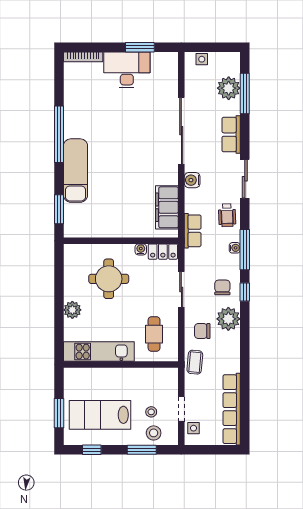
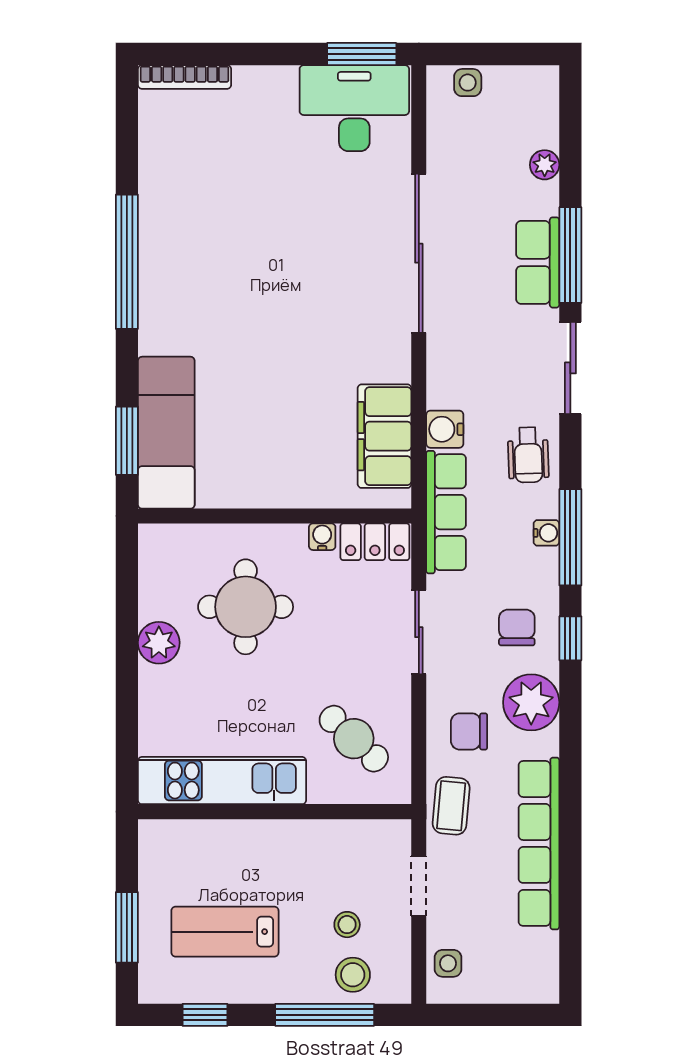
window: (140, 47) -> (362, 54), moved
desk: (127, 70) -> (354, 108), moved
plant: (229, 88) -> (545, 165), width x0.53, depth x0.53
window: (245, 93) -> (570, 255), moved
exam couch: (76, 171) -> (166, 433), moved
water cooler: (192, 180) -> (445, 429), moved
row of seats: (193, 231) -> (446, 512), width x1.48
plant: (72, 310) -> (159, 643), moved
cafe table: (154, 334) -> (354, 739), turned -47
doorway: (181, 409) -> (419, 886), moved
row of seats: (232, 409) -> (539, 843), moved
lab bench: (100, 415) -> (225, 932), width x0.73, depth x0.72
window: (142, 450) -> (325, 1015), width x1.44

